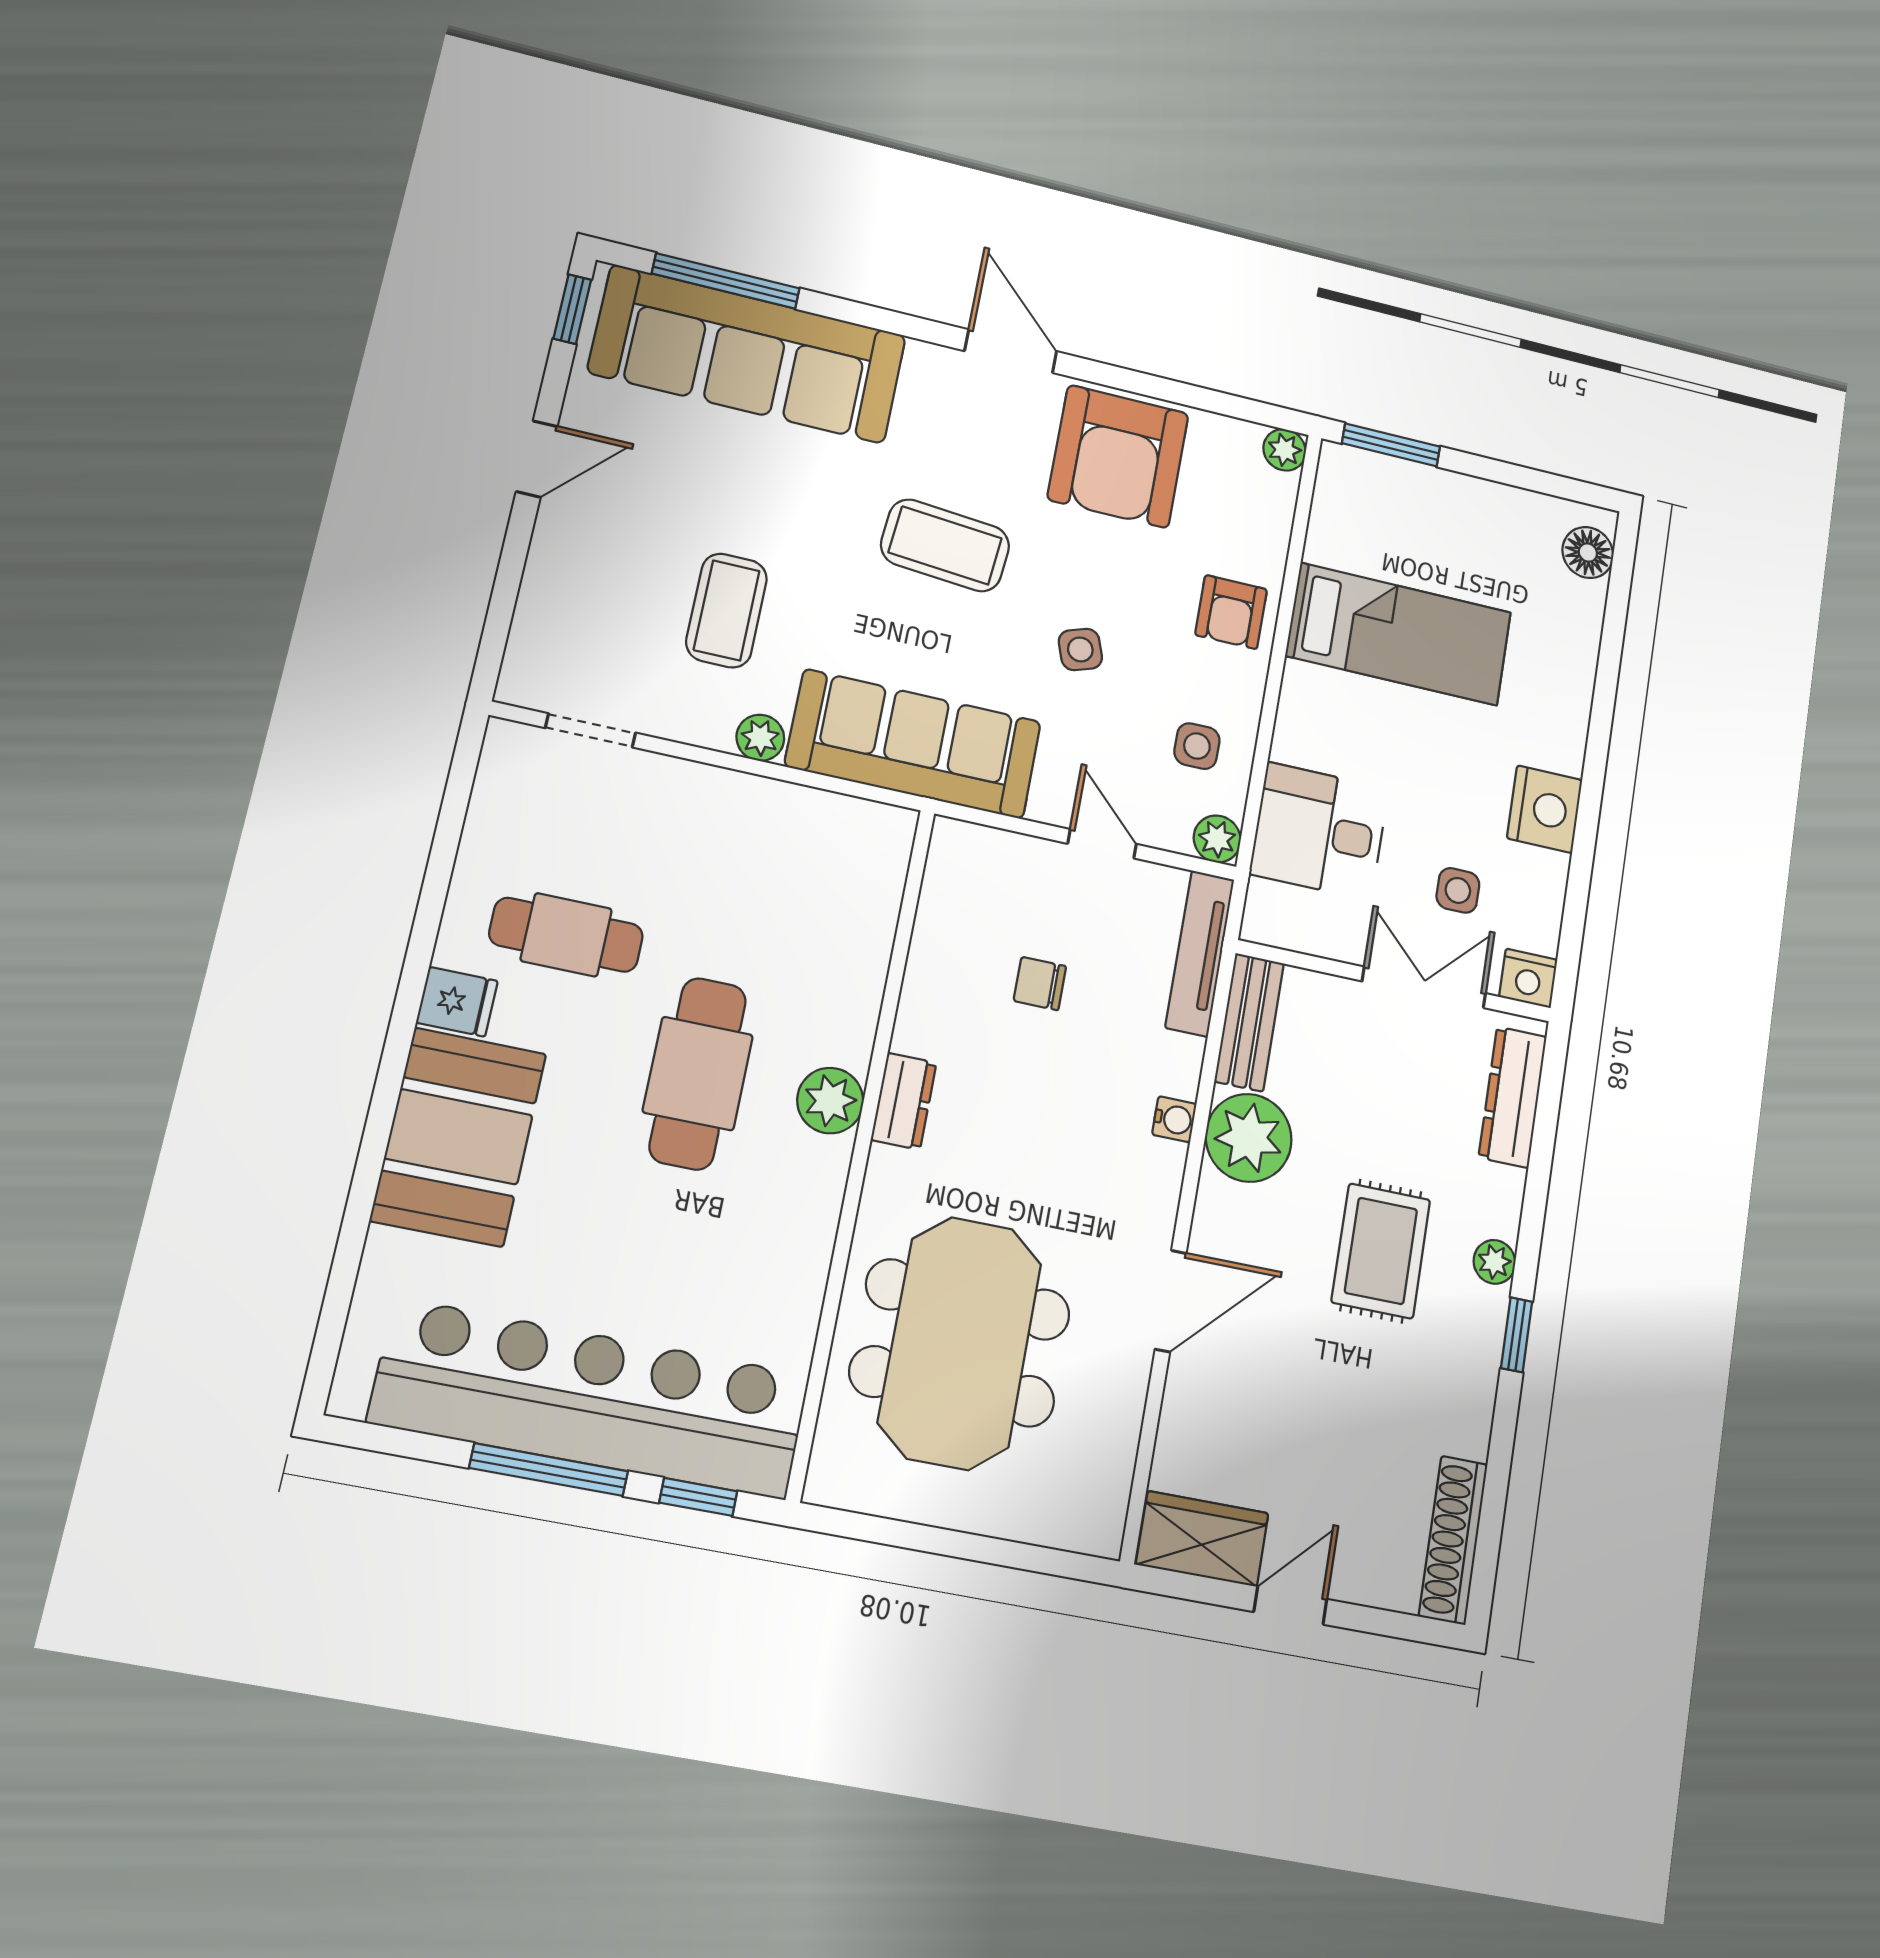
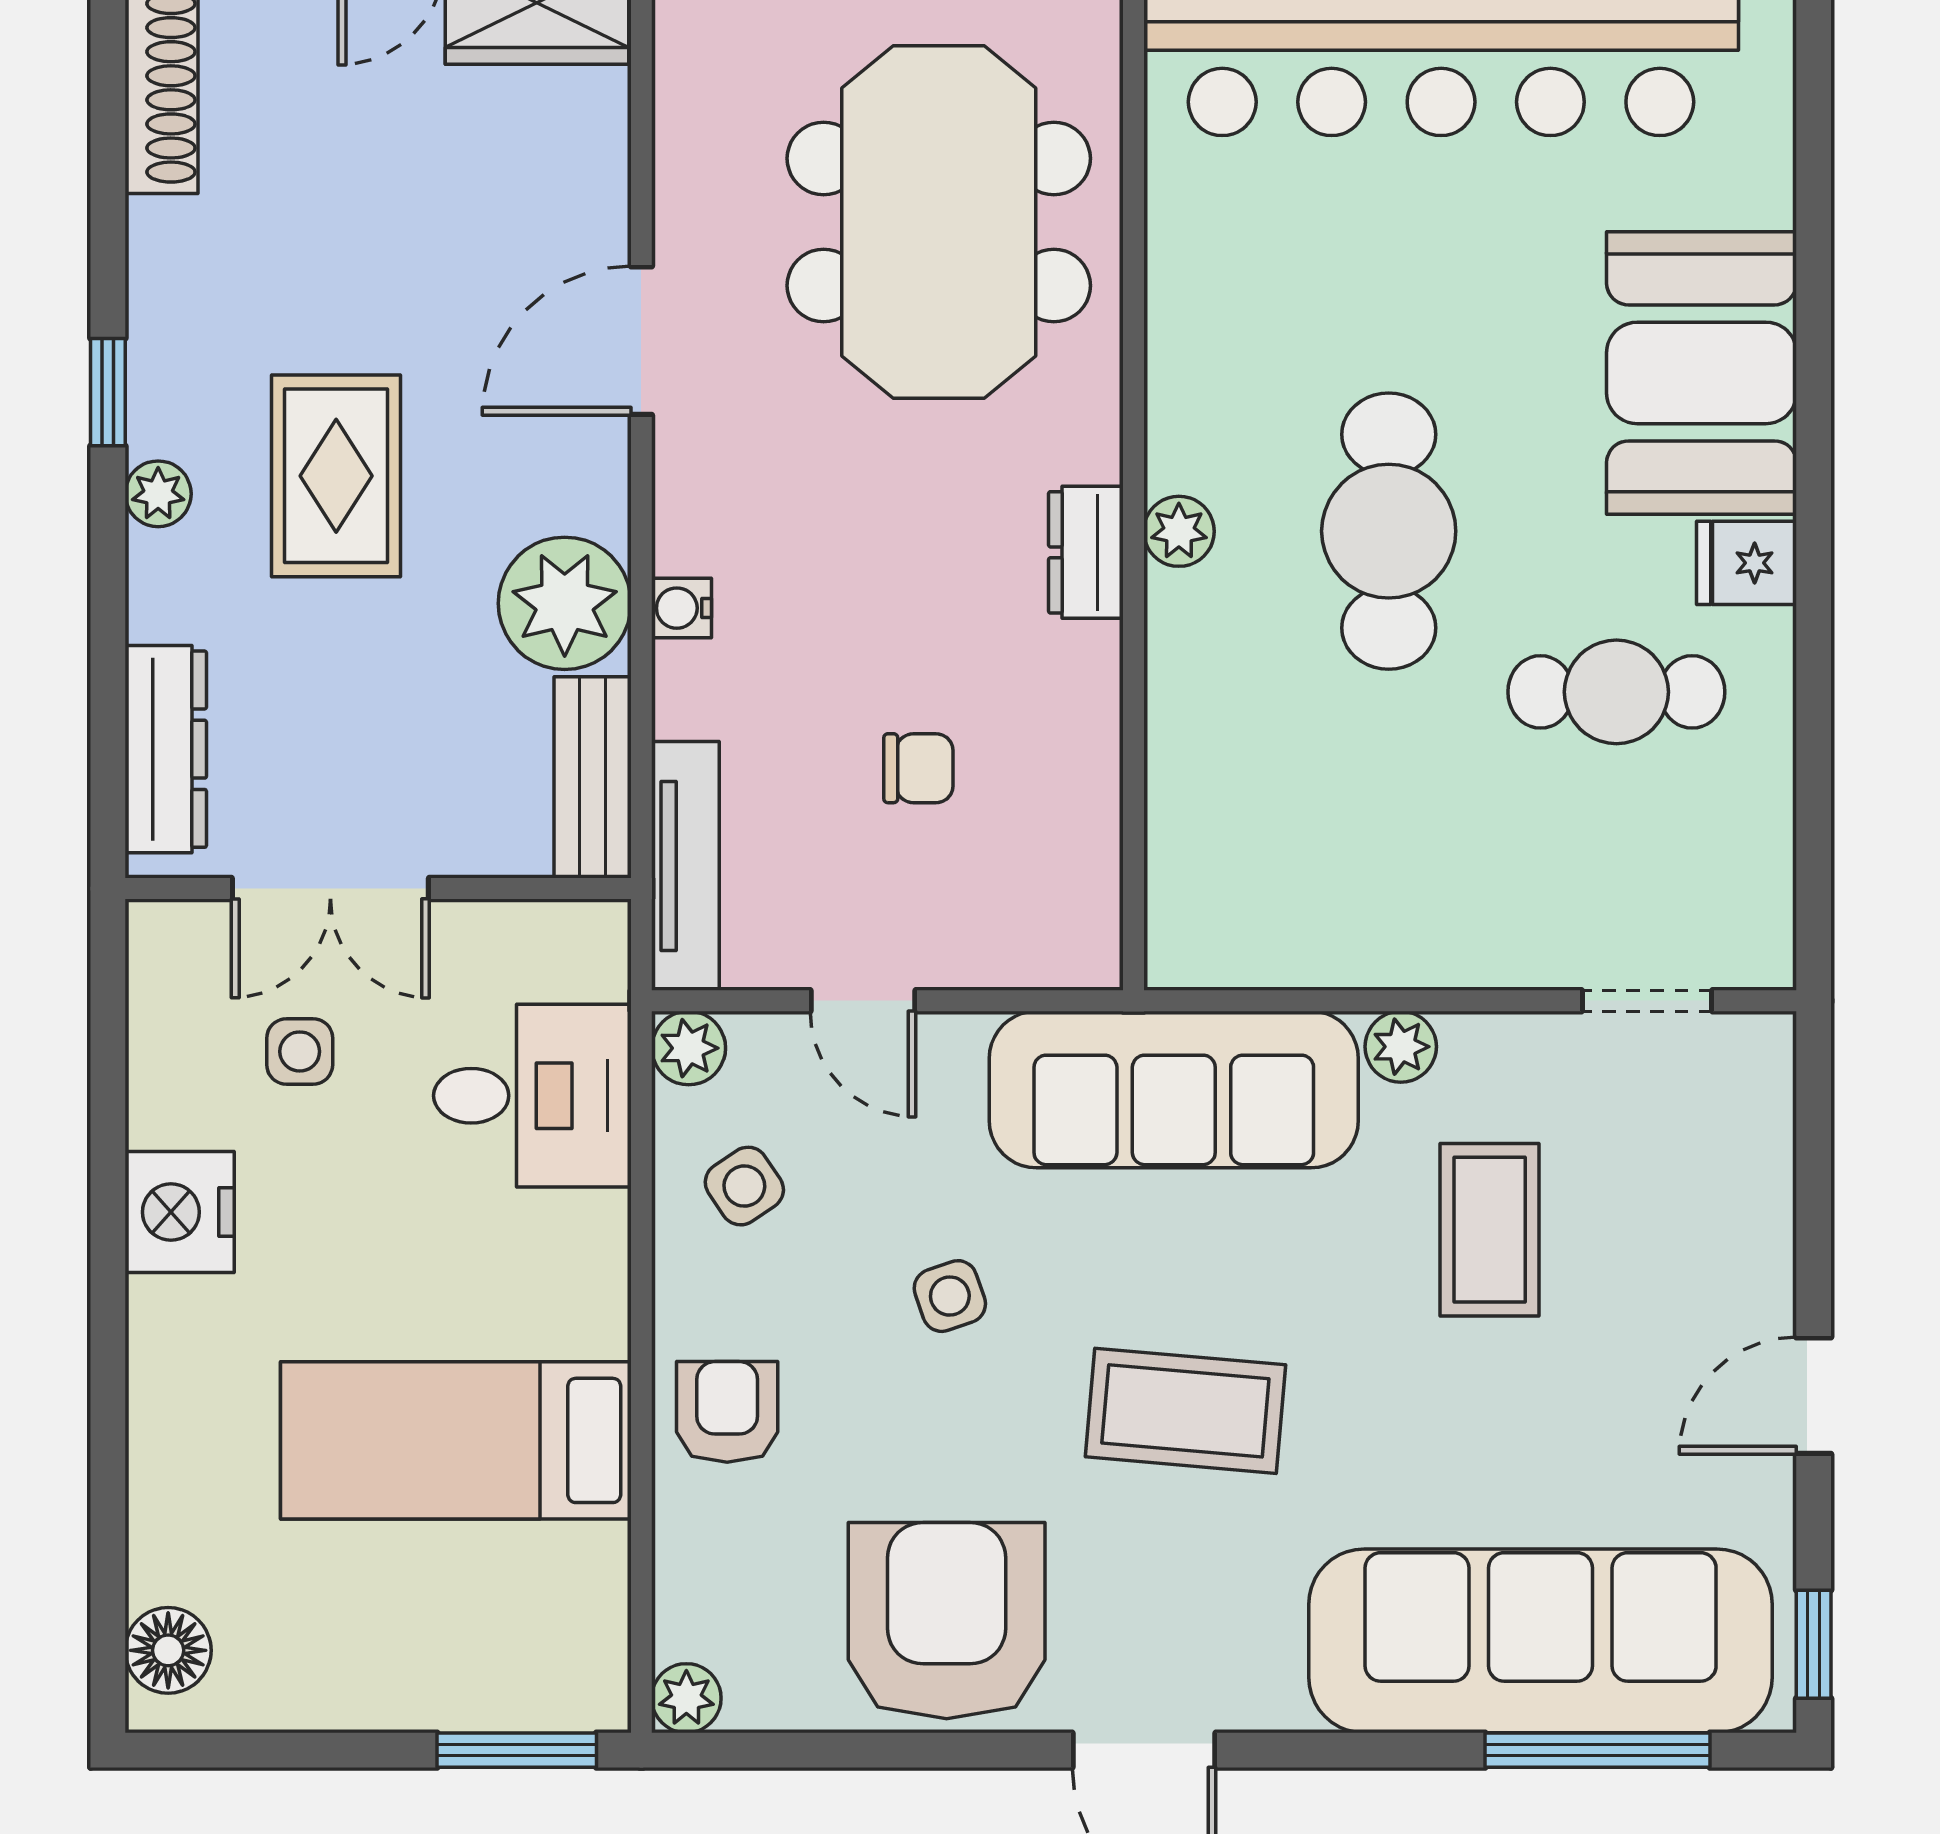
side table: (1197, 746) -> (744, 1186), turned -34
nightstand: (1528, 978) -> (168, 938), removed
plant: (830, 1101) -> (1179, 531), width x0.73, depth x0.73

